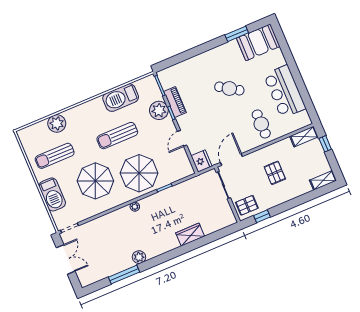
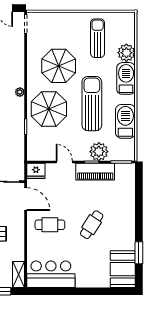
bar counter: (285, 92) -> (51, 274), moved
piano: (175, 102) -> (95, 172), width x1.37, depth x1.33
cafe table: (261, 124) -> (50, 225), moved
sun lounger: (117, 136) -> (92, 104), width x1.36, depth x1.34
barbecue: (52, 194) -> (126, 78), moved, turned 90

